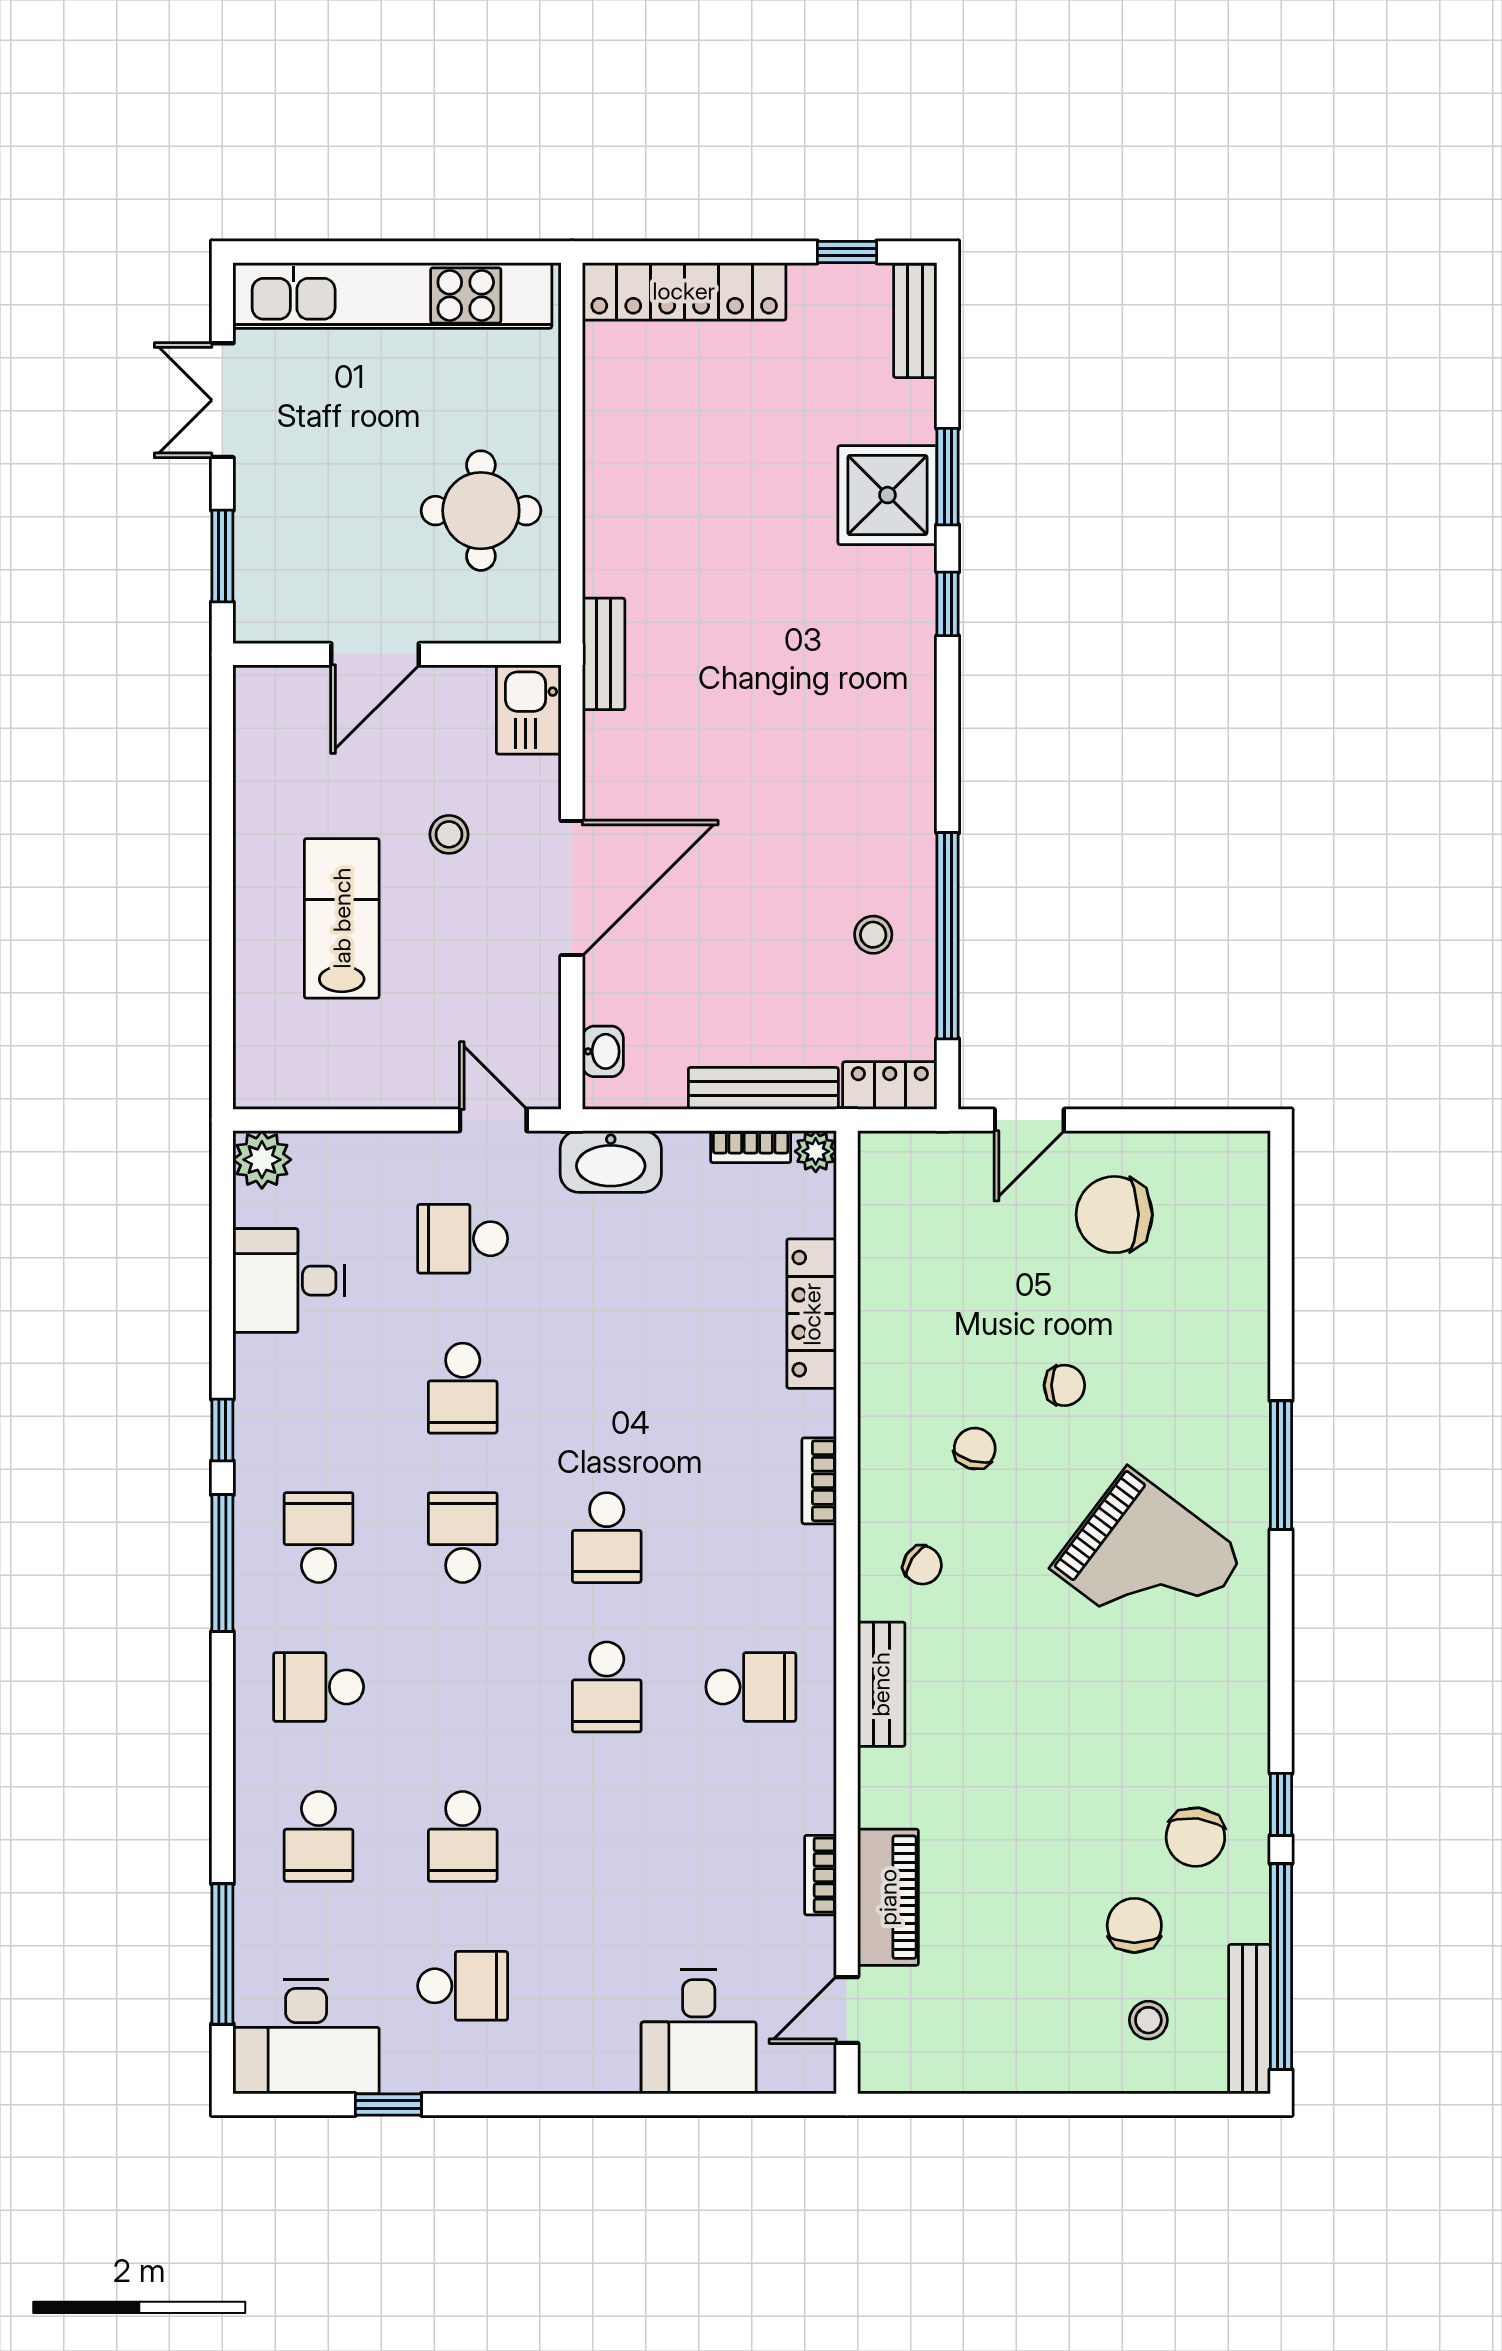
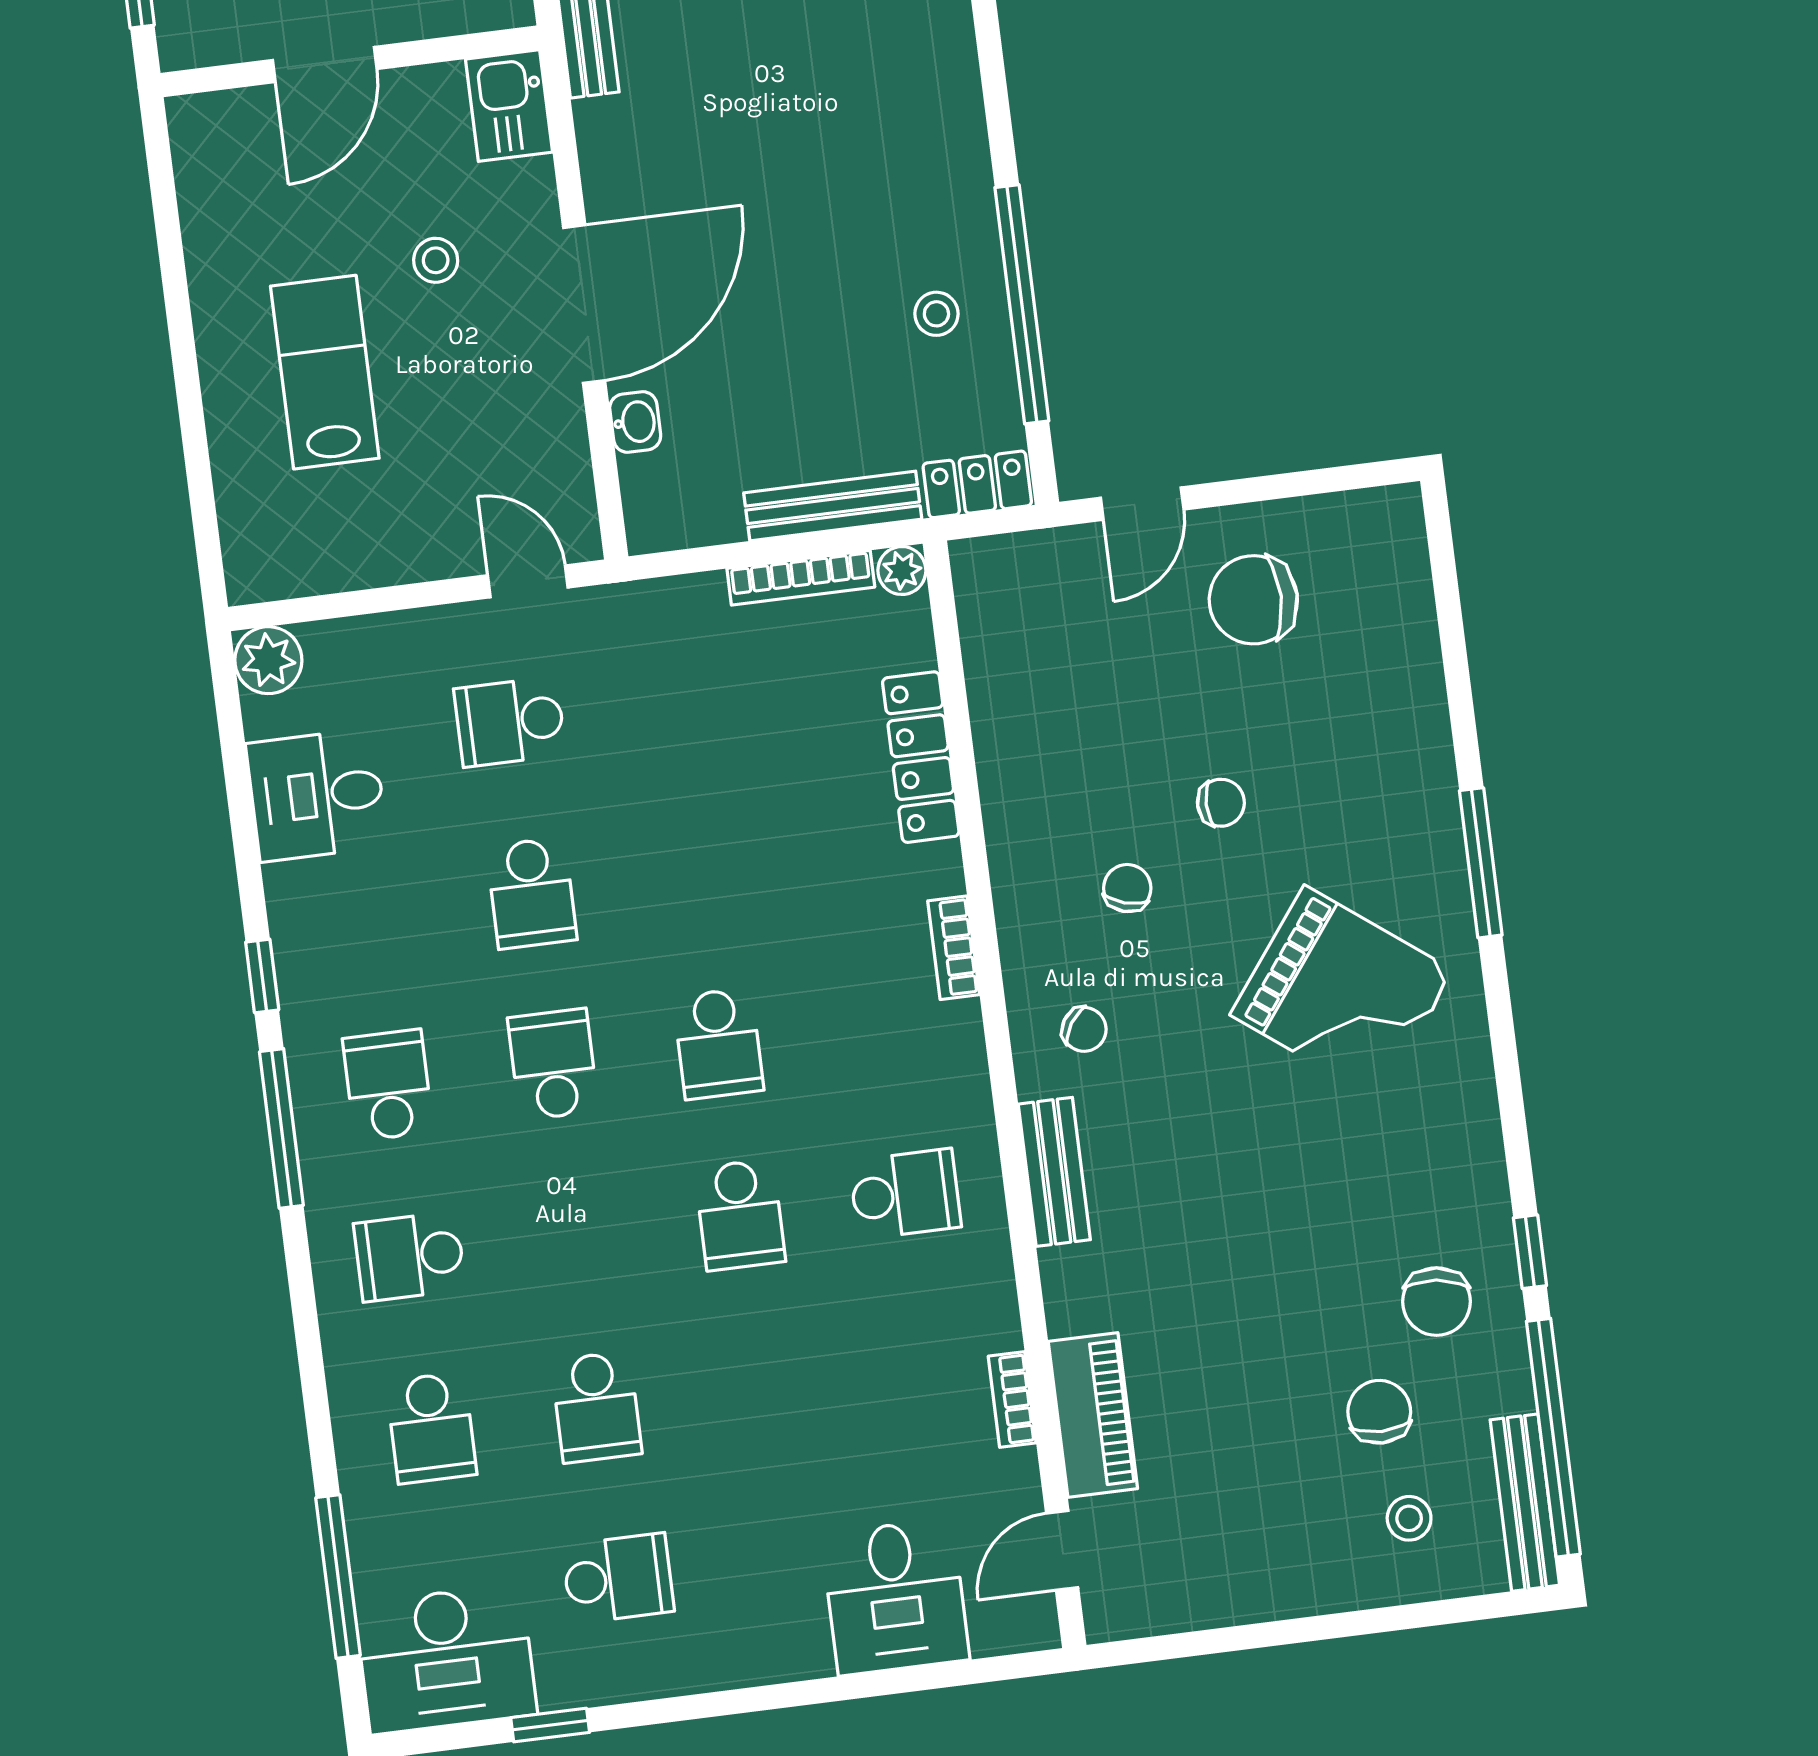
washbasin: (603, 1051) -> (635, 422), moved
bookcase: (751, 1147) -> (801, 578), width x1.56
washbasin: (611, 1161) -> (668, 612), removed

